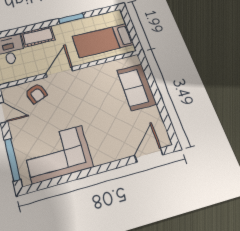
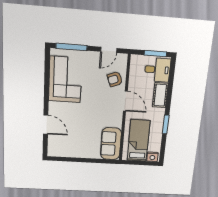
nightstand: (117, 18) -> (152, 157), added
sofa: (137, 87) -> (111, 144), moved, turned -90
door: (149, 155) -> (46, 125), moved

